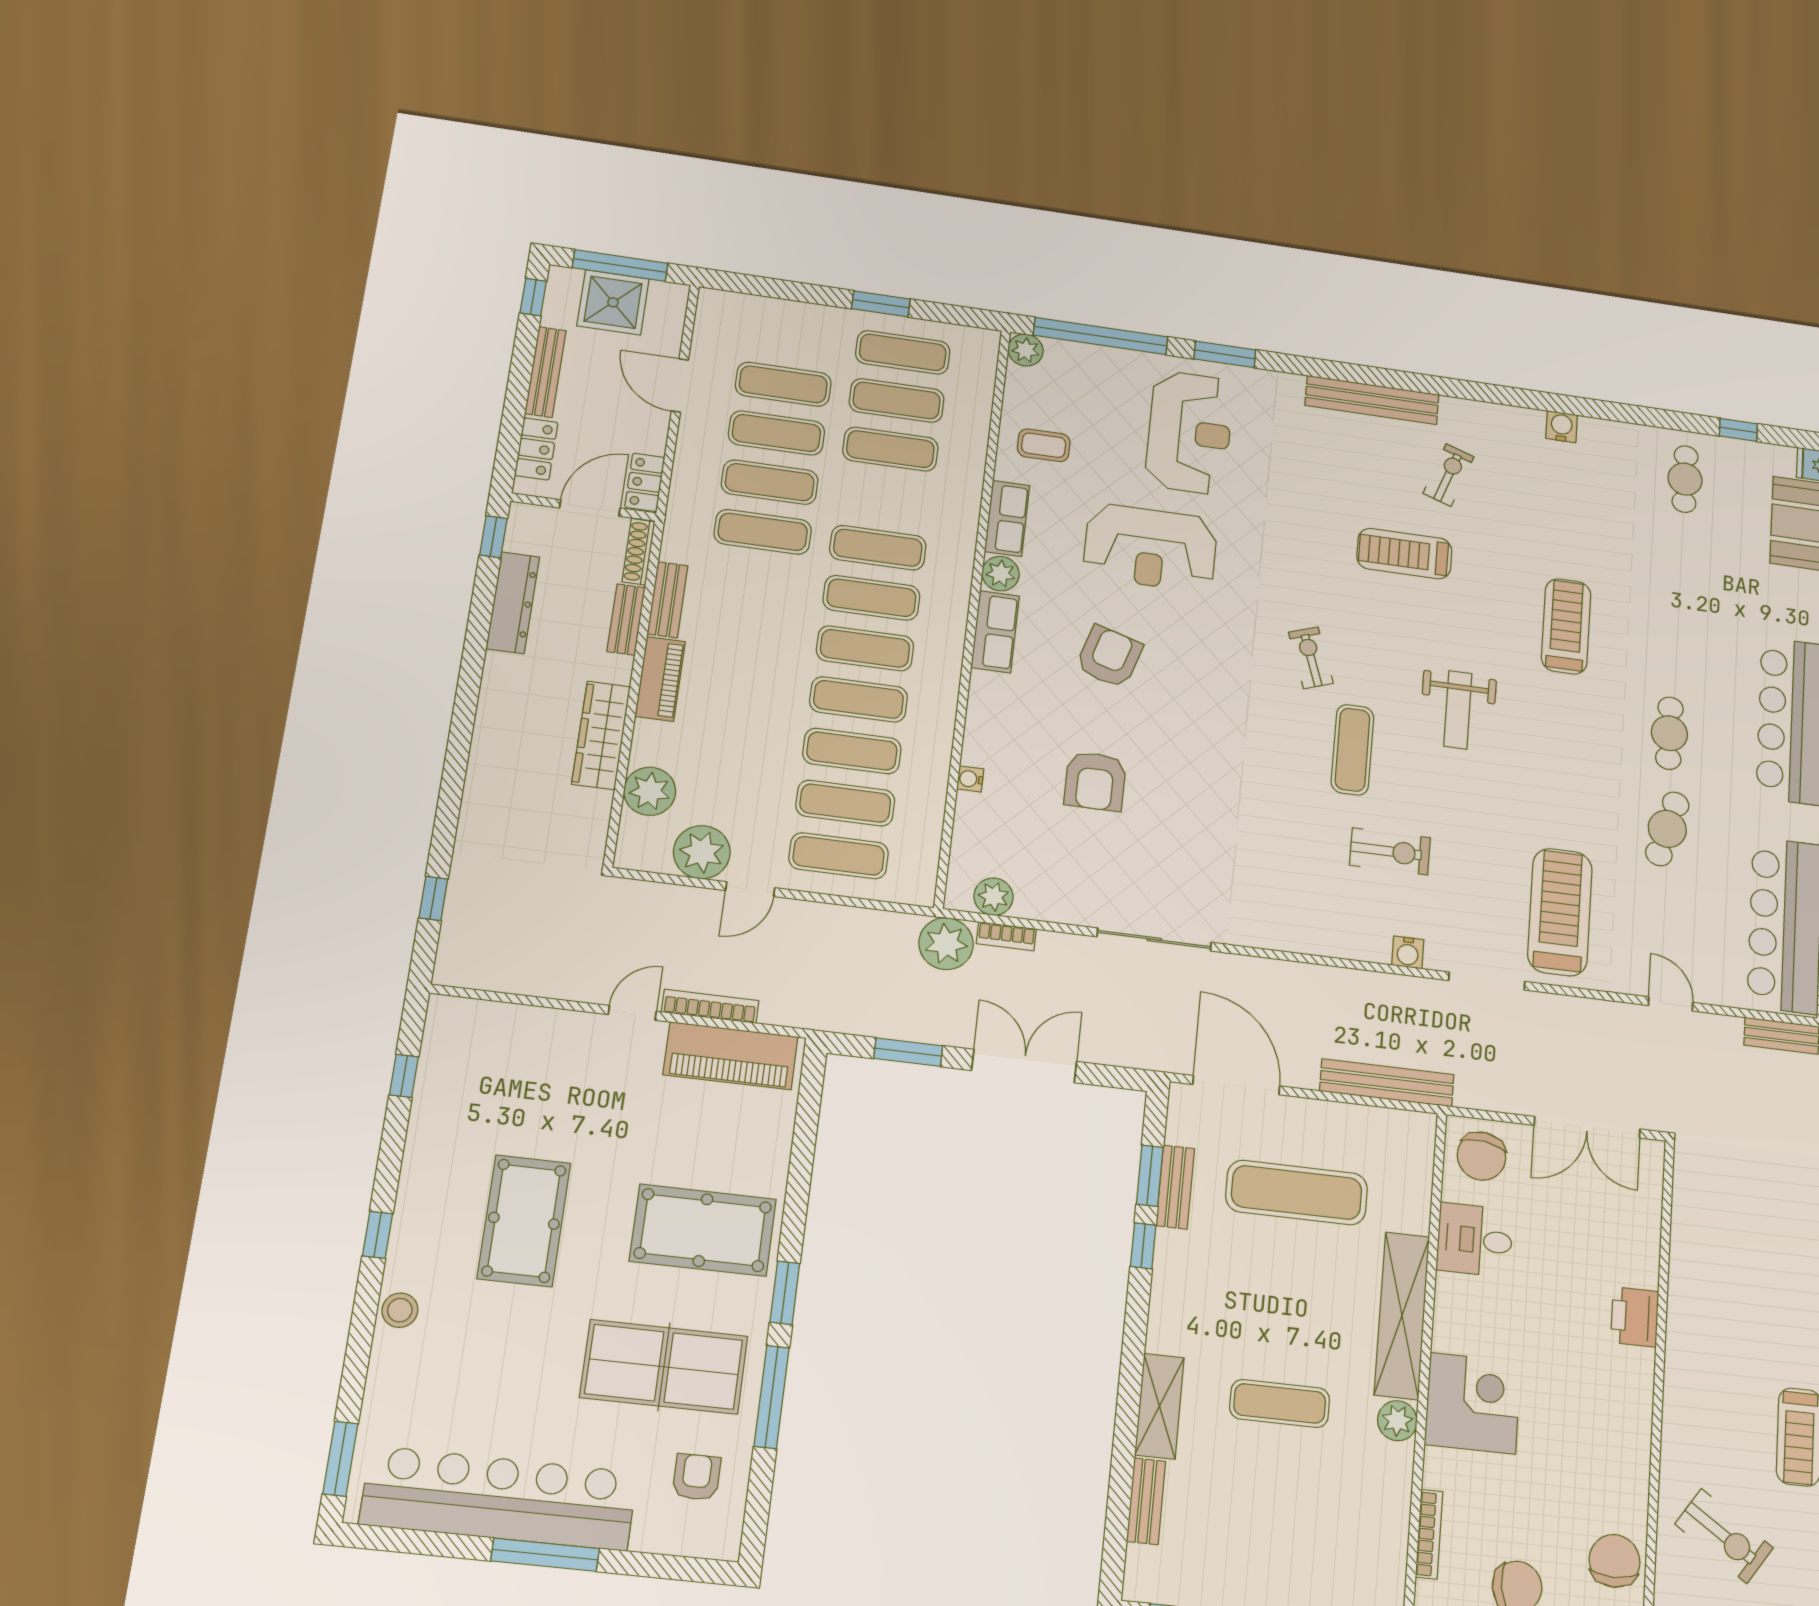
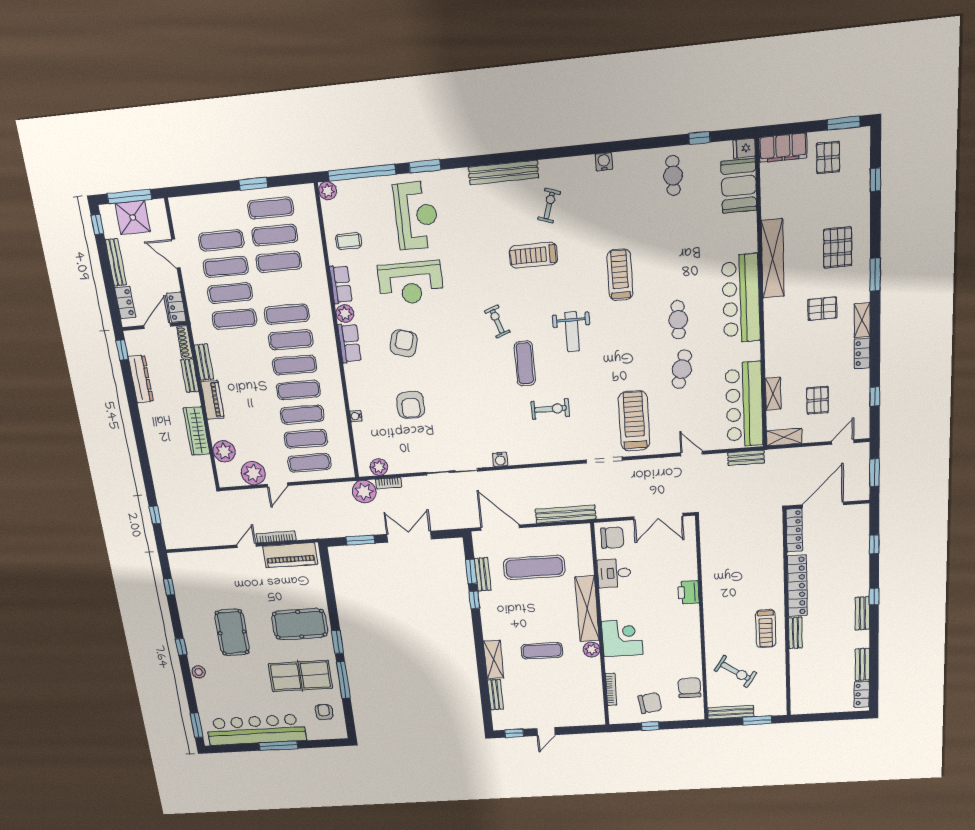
water cooler: (1408, 952) -> (500, 459), moved
chair: (1481, 1156) -> (612, 538), turned -98

